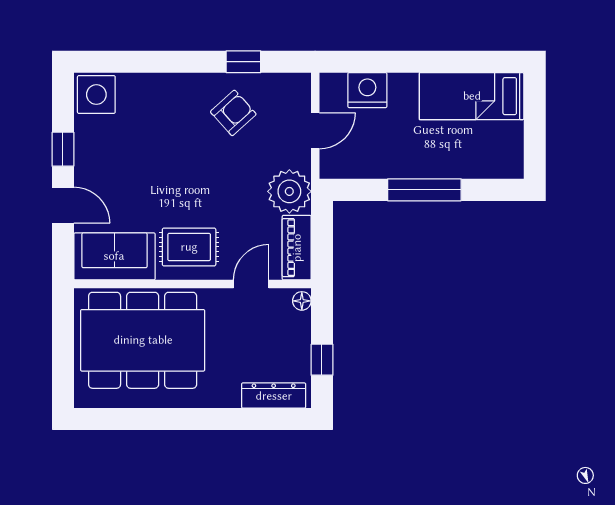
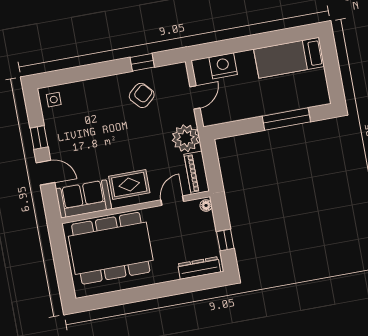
side table: (96, 95) -> (54, 100), width x0.54, depth x0.54
window: (424, 190) -> (286, 119), moved

